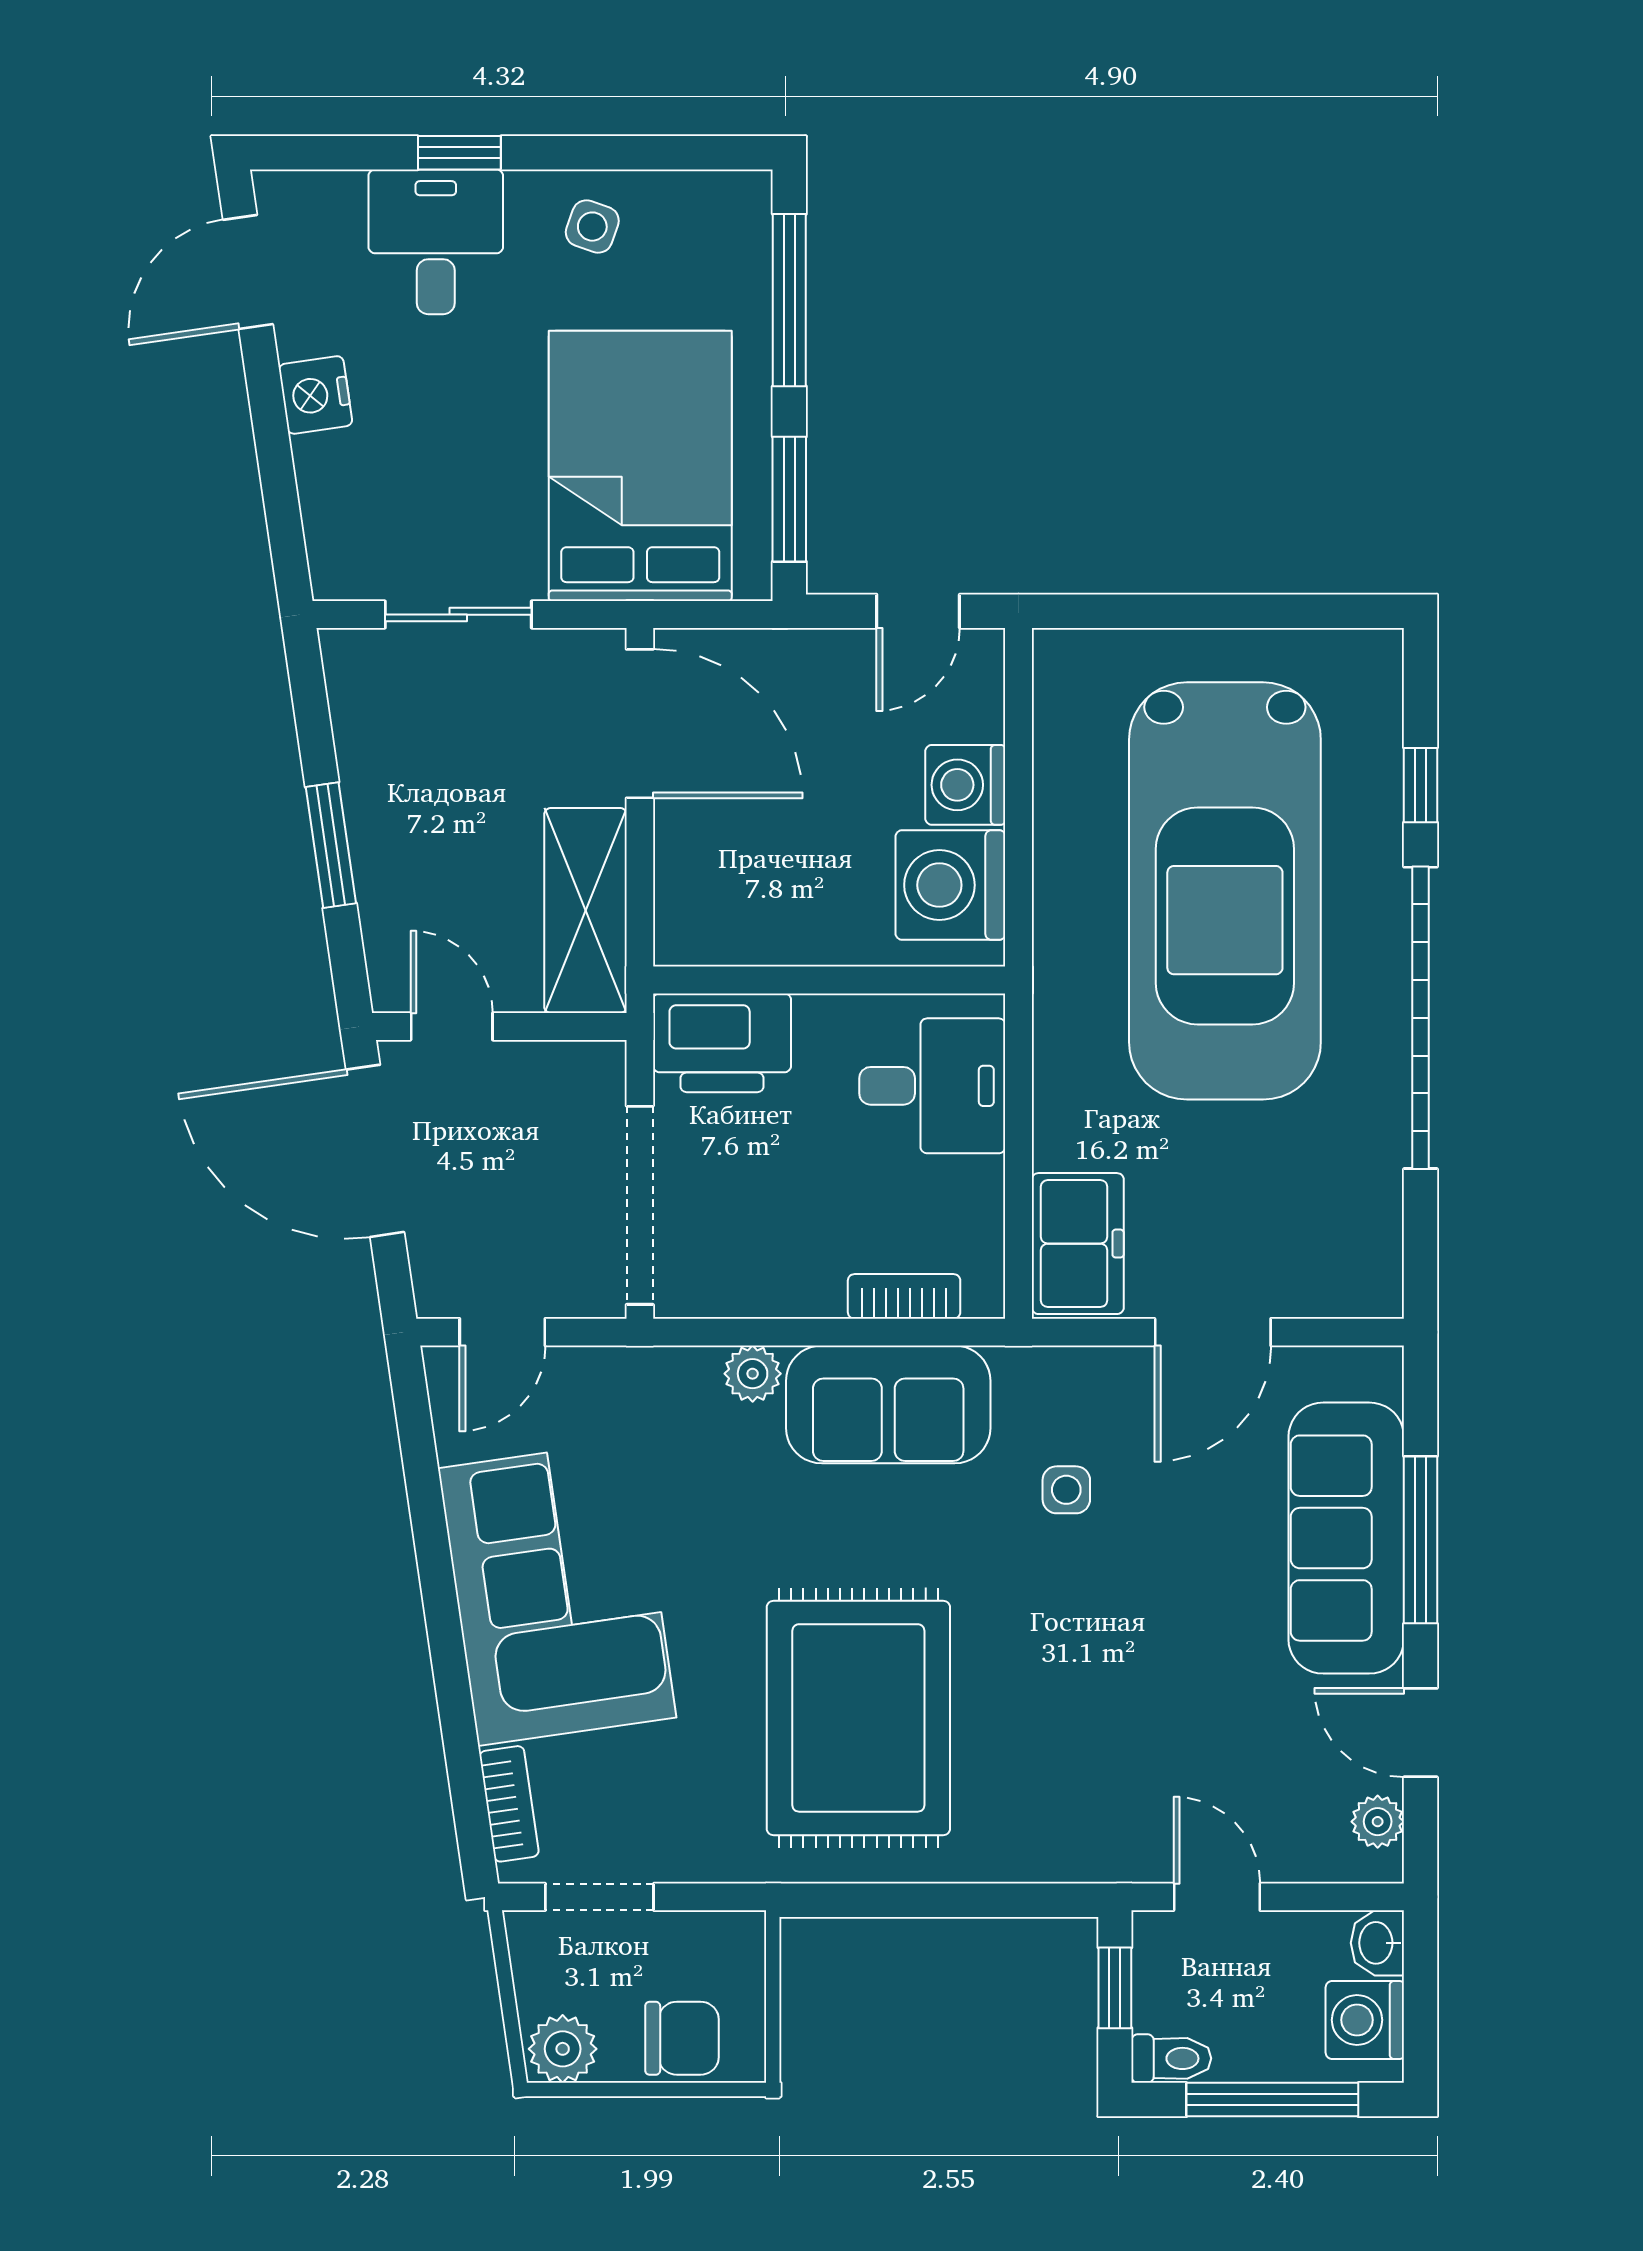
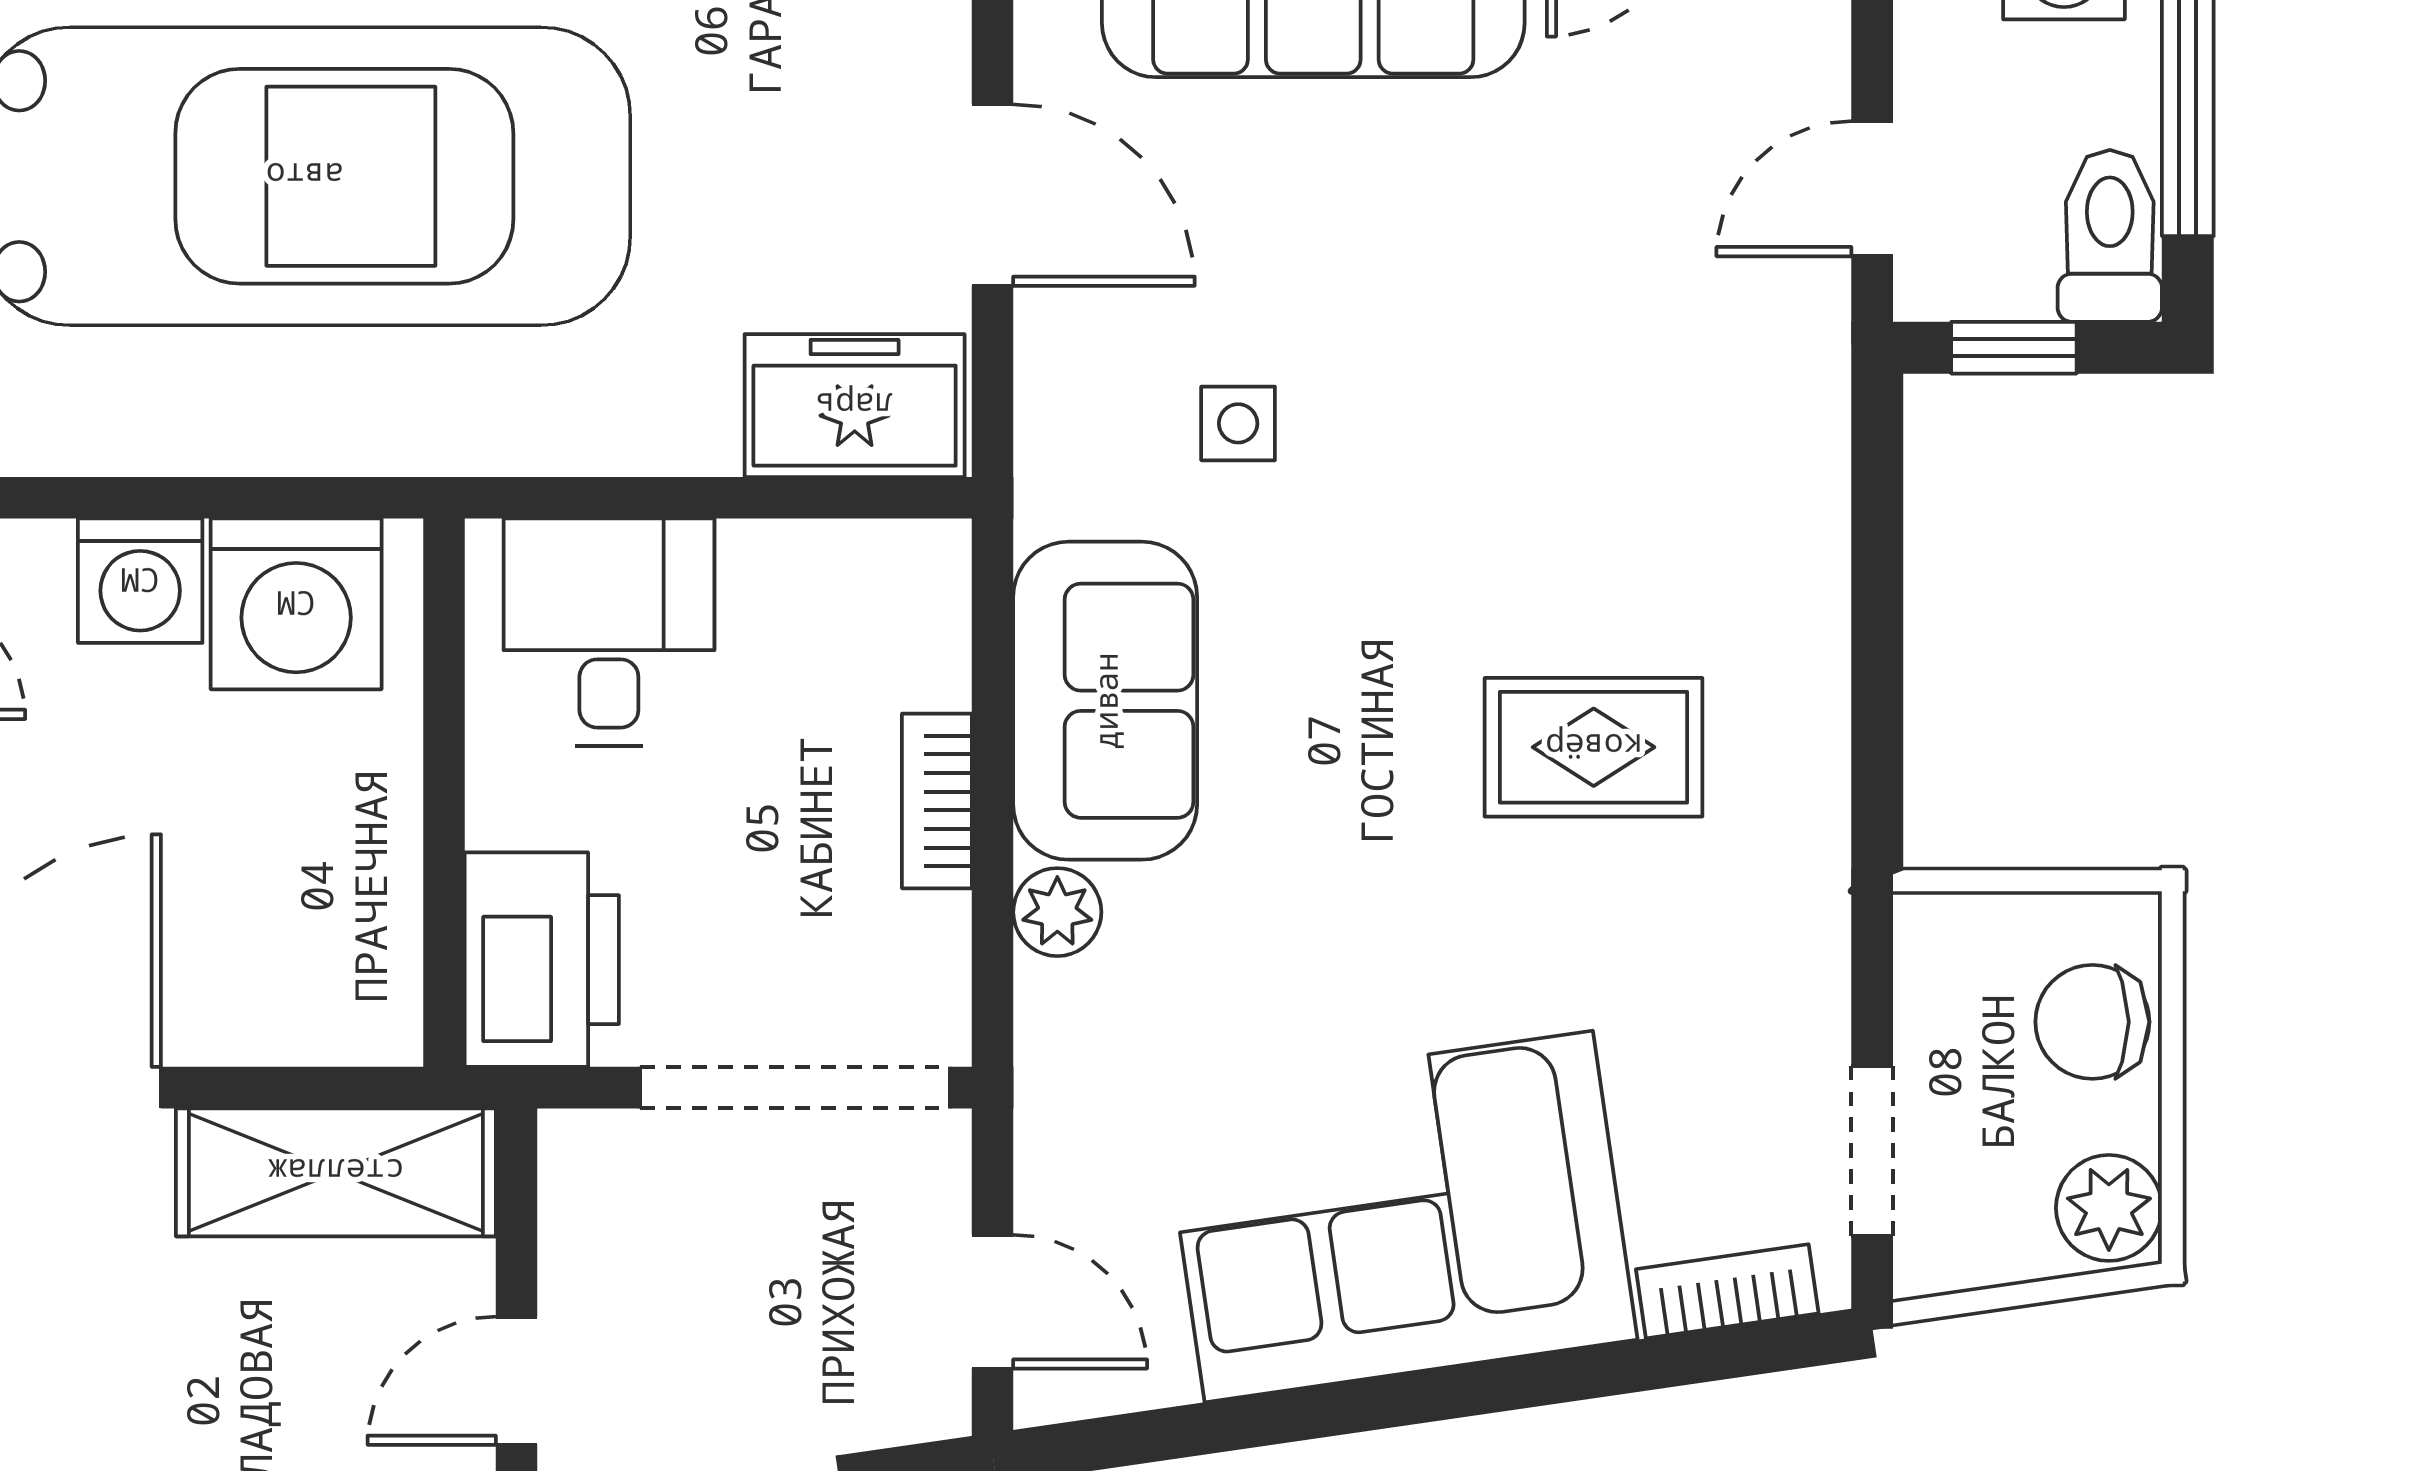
bookcase: (904, 1296) -> (937, 801), moved
rug: (858, 1718) -> (1594, 747), width x0.54, depth x0.49
chair: (682, 2038) -> (2092, 1022), turned -90
toilet: (1171, 2058) -> (2110, 236), width x1.37, depth x1.39

